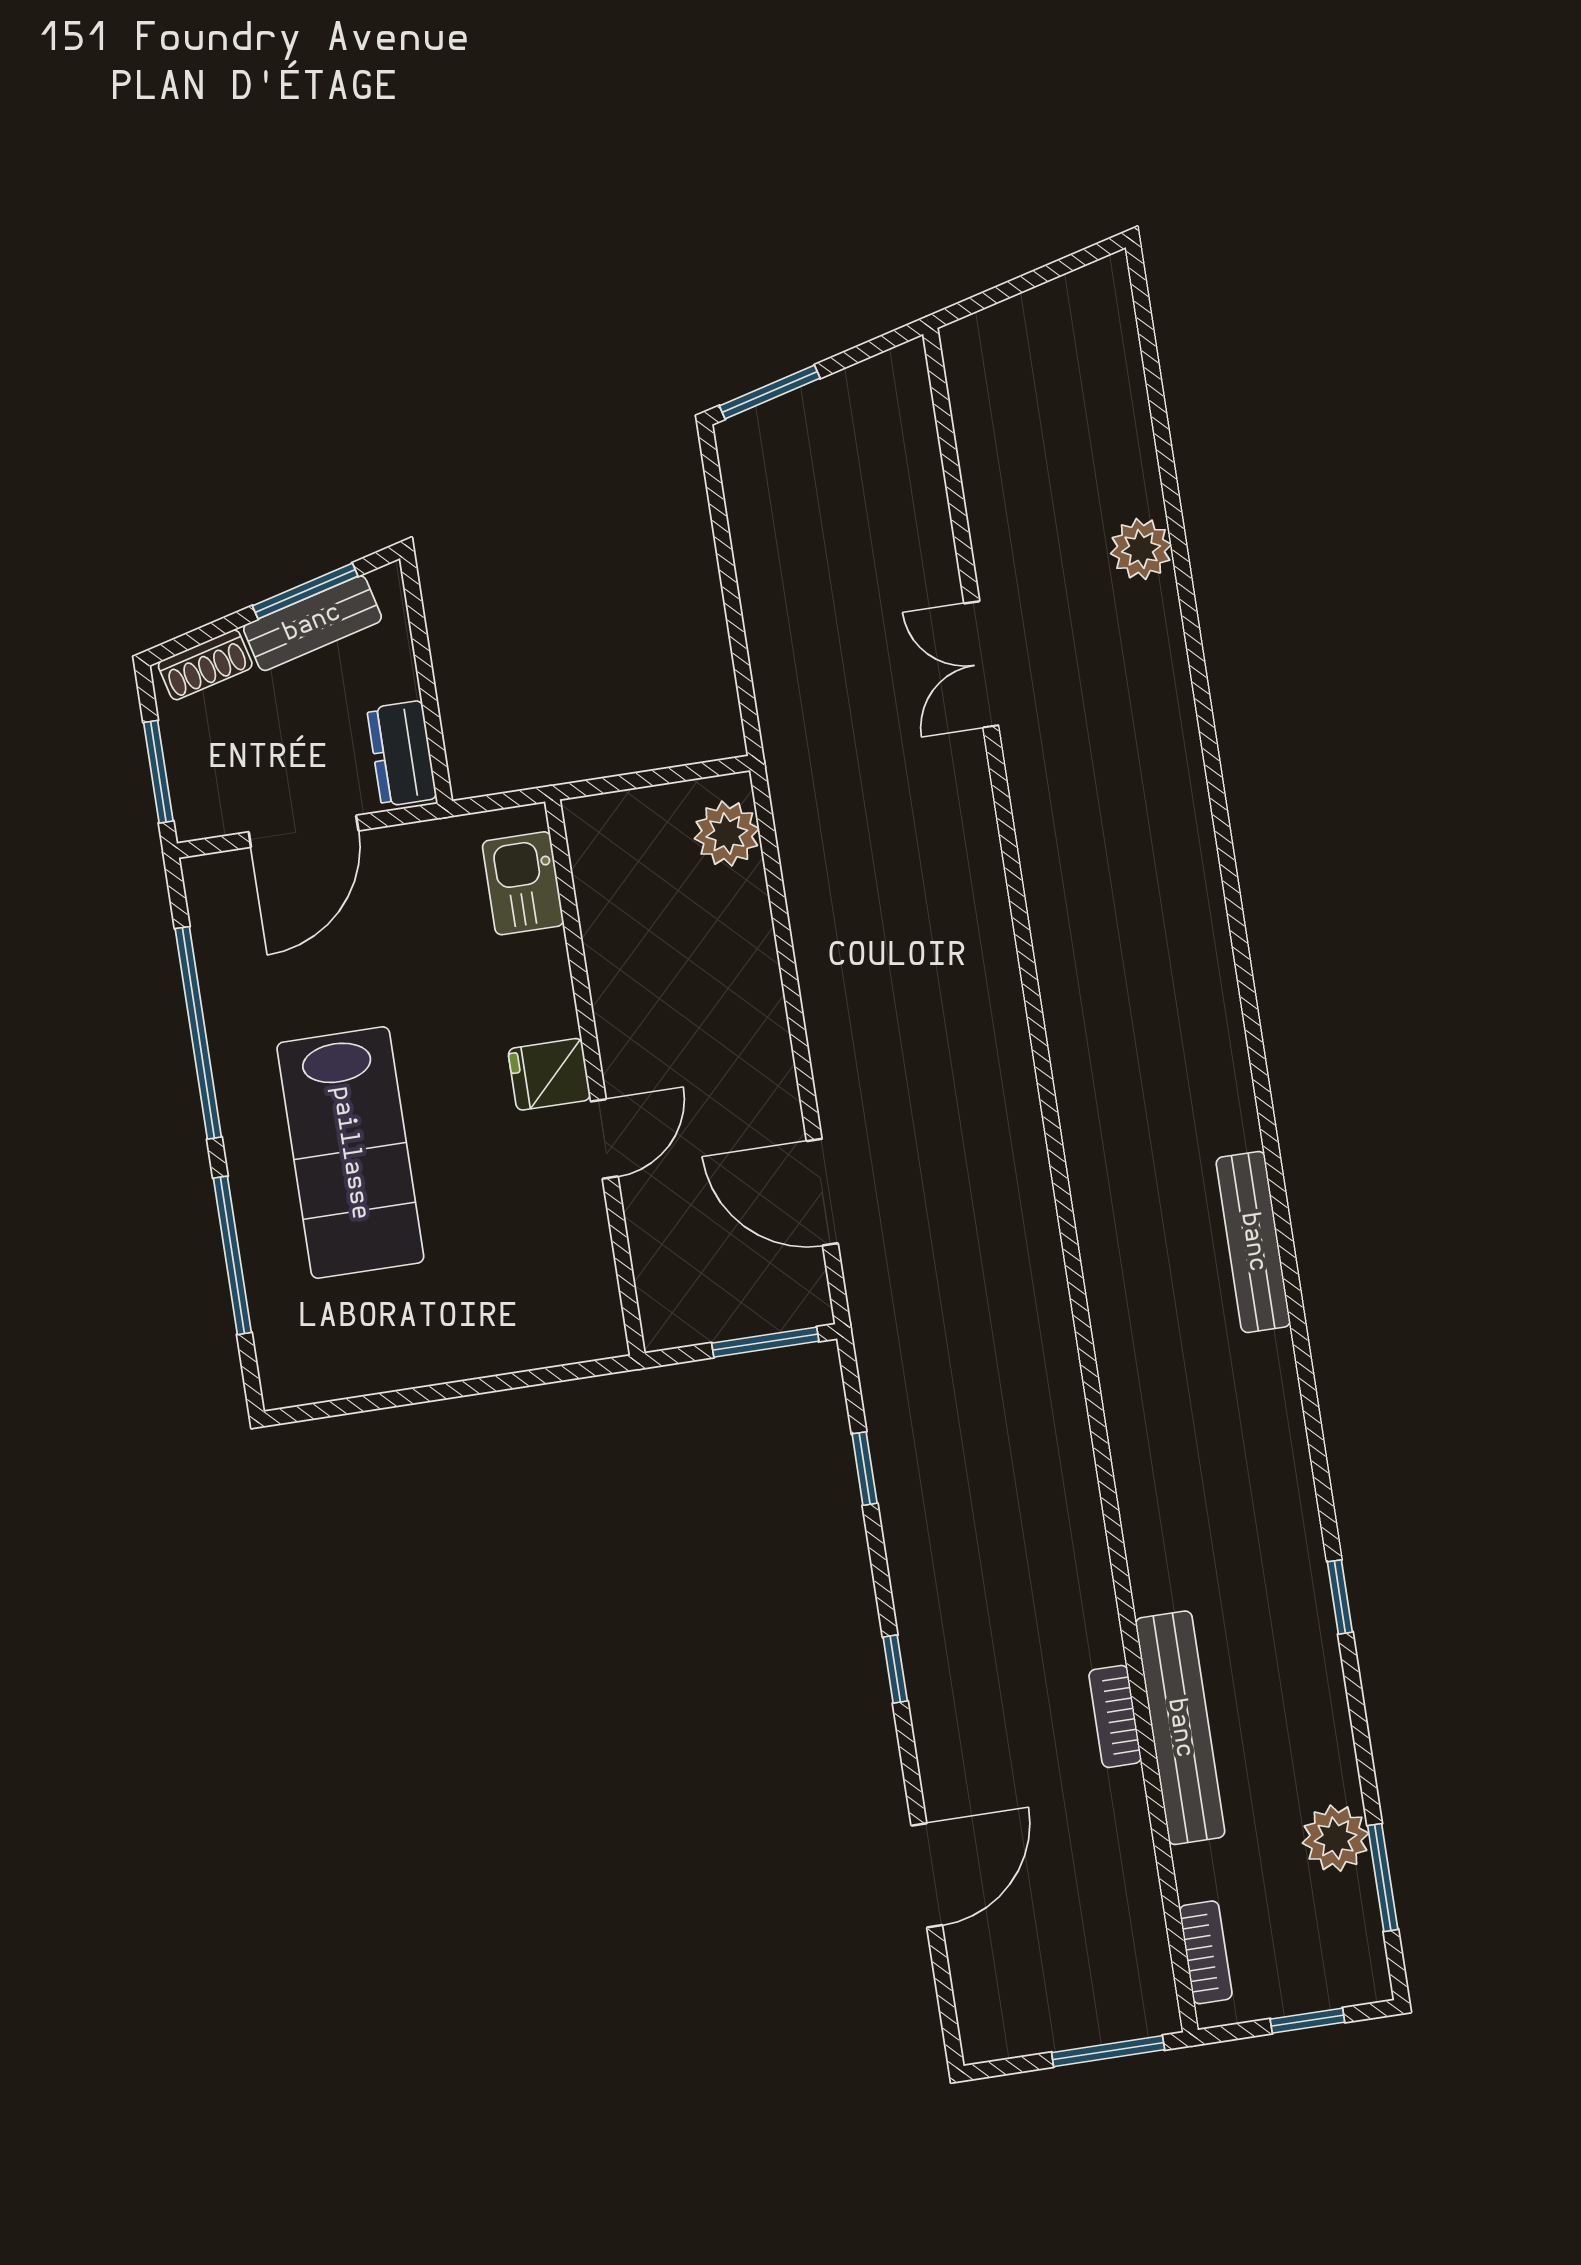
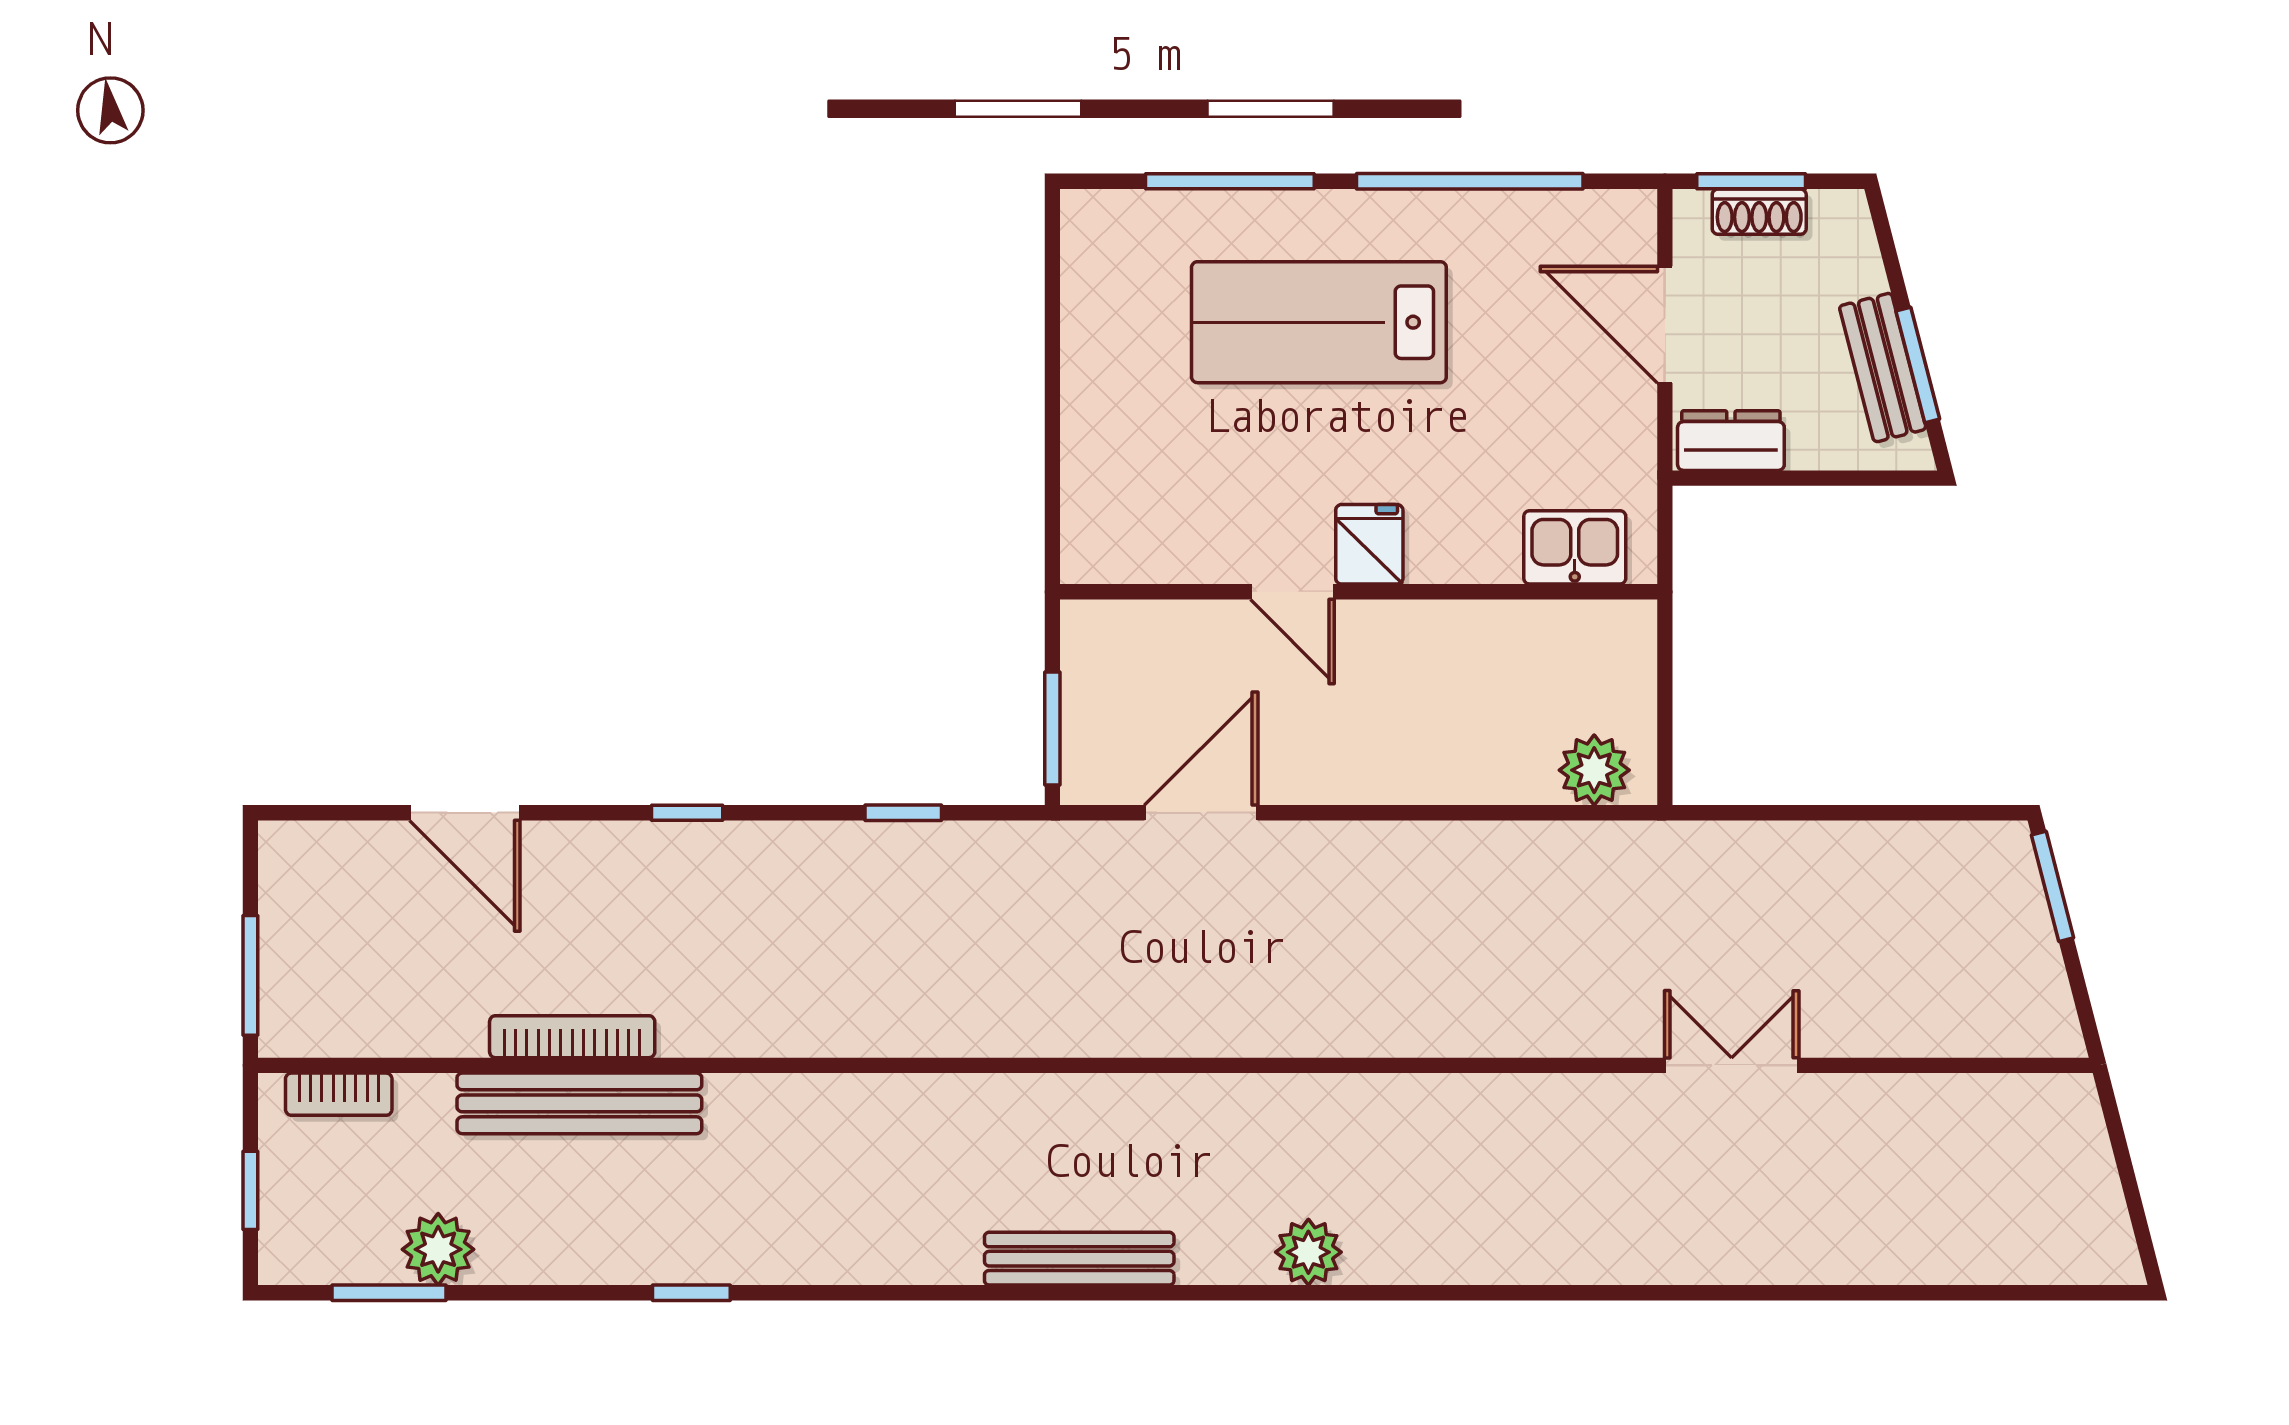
plant: (1141, 549) -> (1308, 1252), moved
shoe rack: (205, 665) -> (1759, 212), moved, turned -76
bookcase: (1115, 1716) -> (572, 1037), width x1.56

